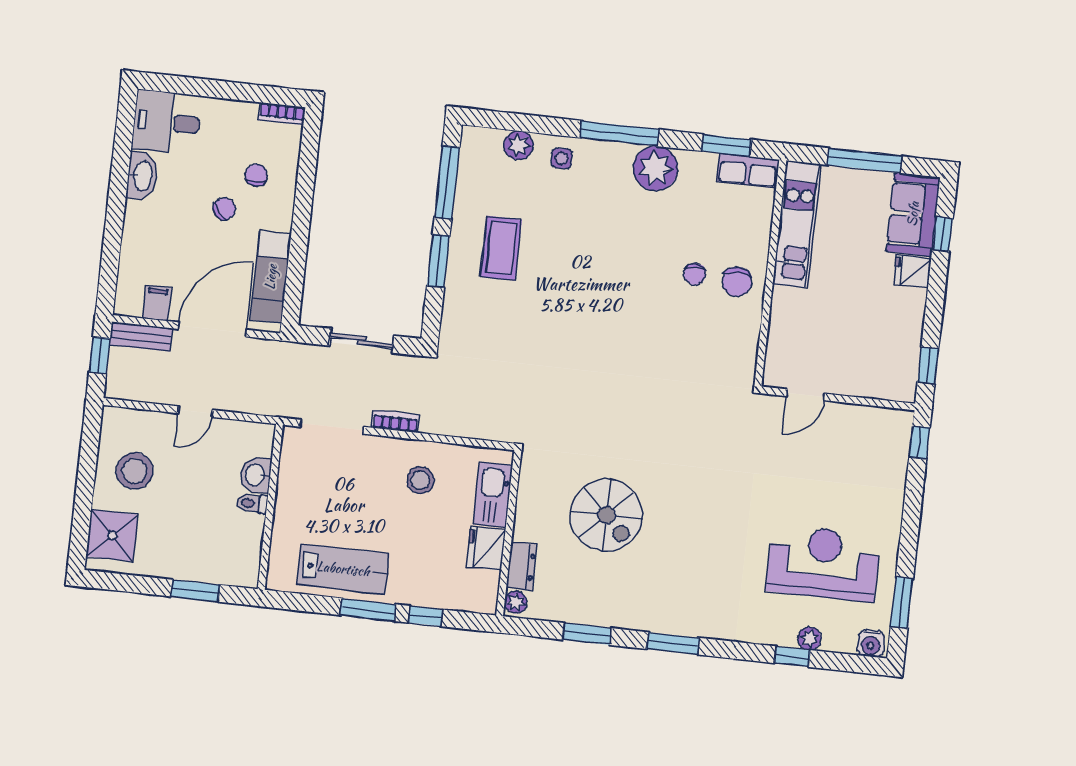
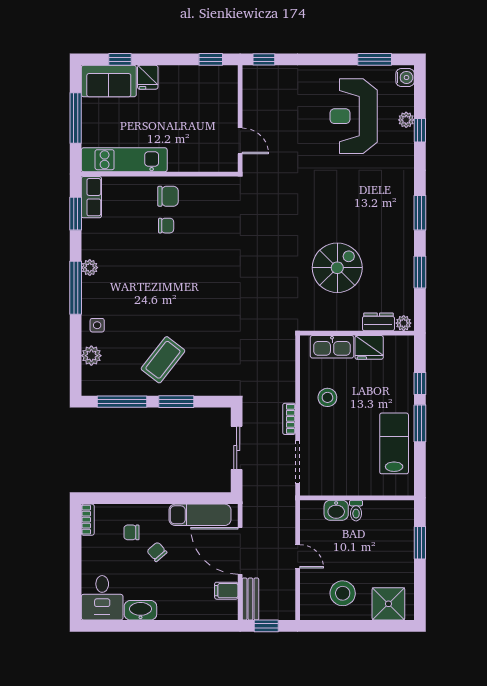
plant: (655, 168) -> (90, 268), width x0.53, depth x0.53
coffee table: (501, 248) -> (163, 360), turned -52

